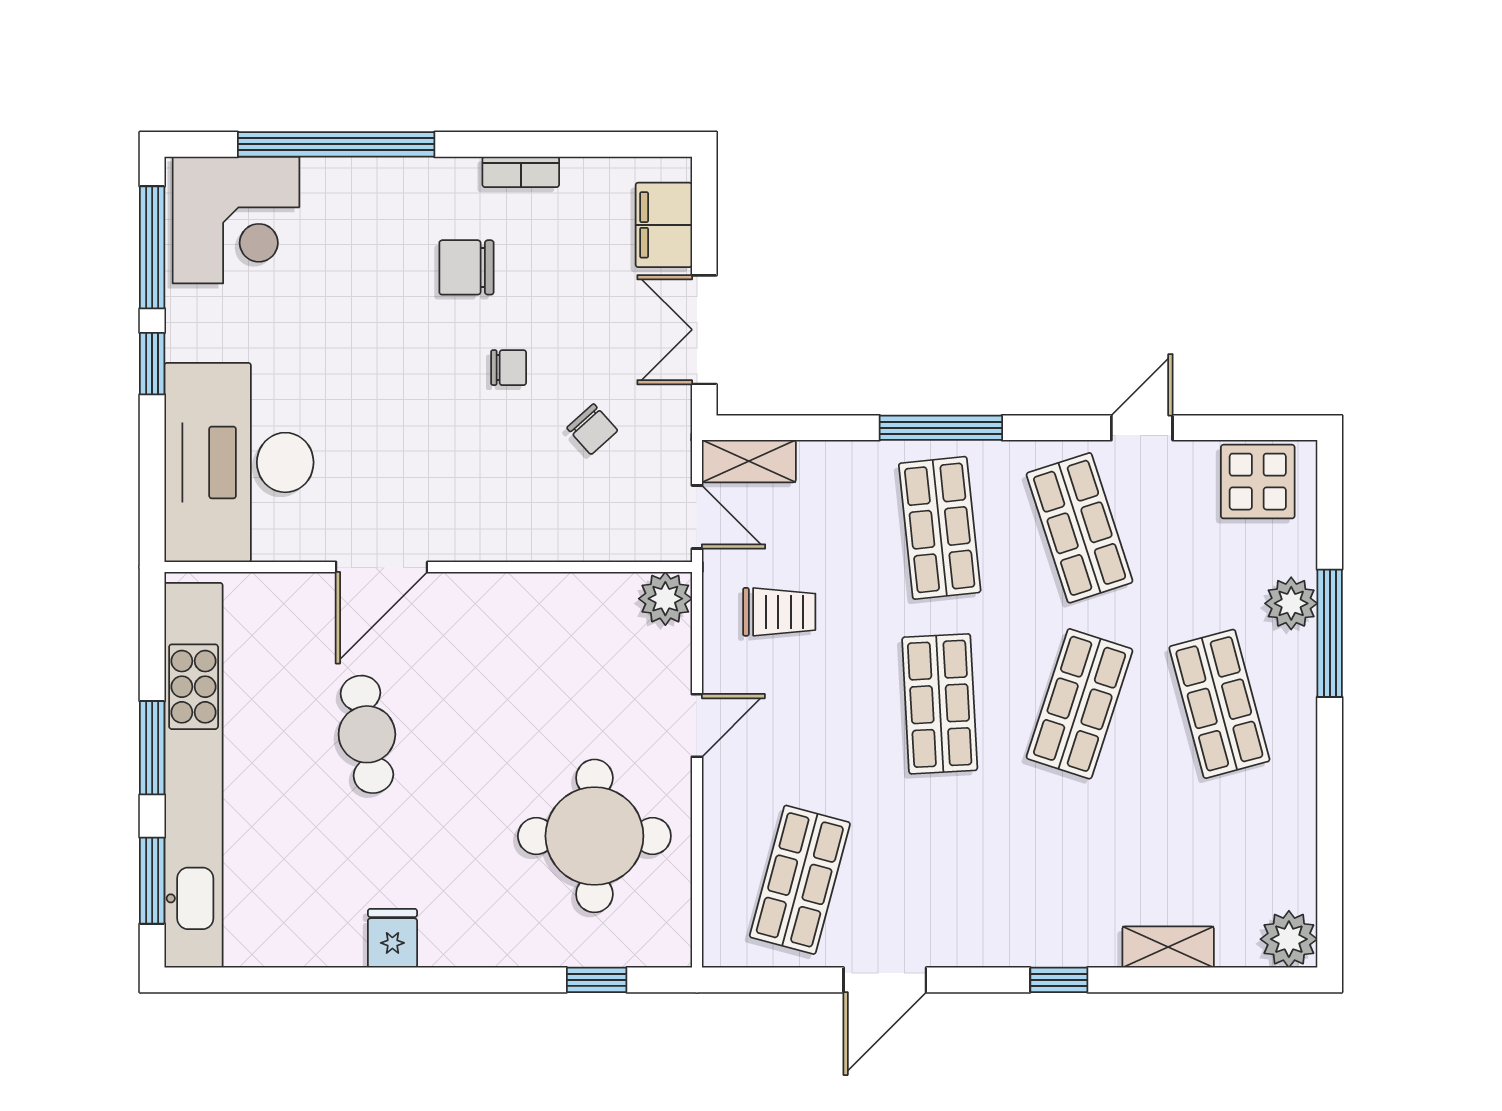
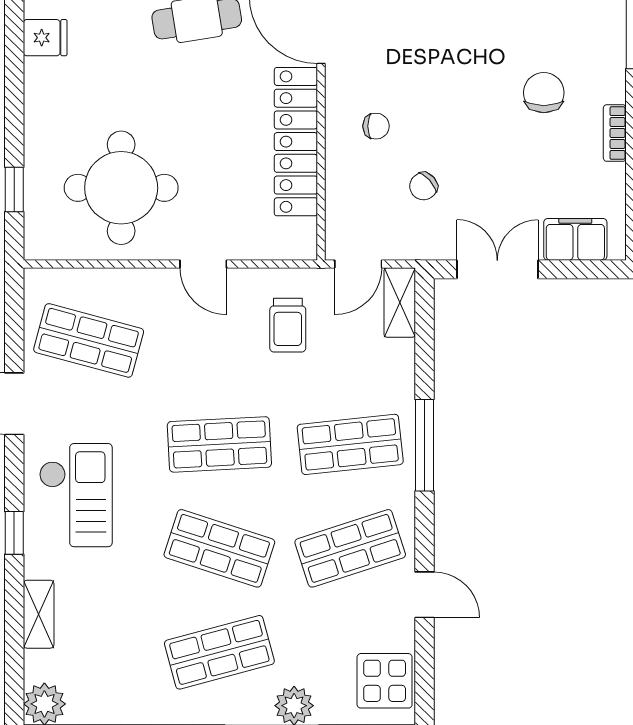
chair: (509, 368) -> (376, 126), moved, turned -90
plant: (665, 599) -> (298, 240), removed
locker: (532, 601) -> (296, 142), added
checkout: (1008, 897) -> (76, 495), added

